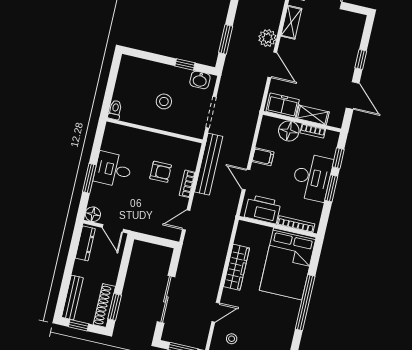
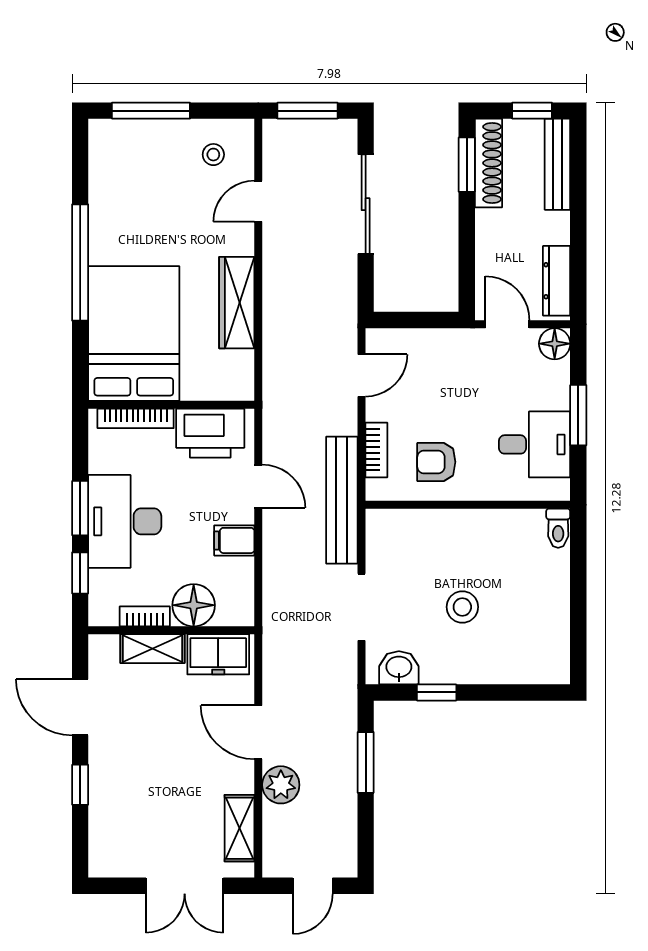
toilet: (115, 110) -> (558, 528), moved
wall: (155, 131) -> (468, 505), moved

